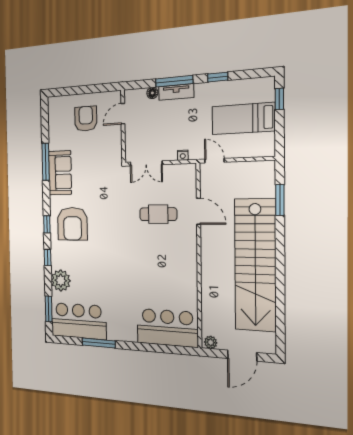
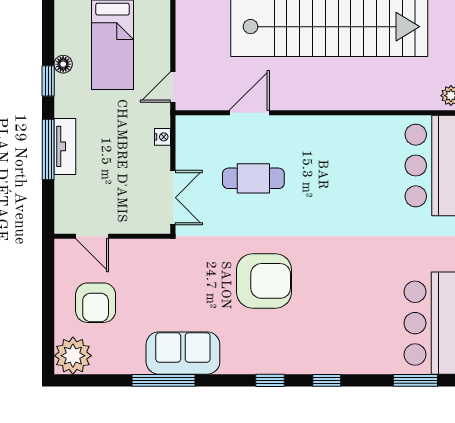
floor lamp: (152, 93) -> (63, 64), moved
armchair: (86, 119) -> (96, 303), turned -90
cafe table: (158, 214) -> (253, 178), turned 90
armchair: (72, 224) -> (264, 281), moved
plant: (61, 280) -> (73, 356), moved

